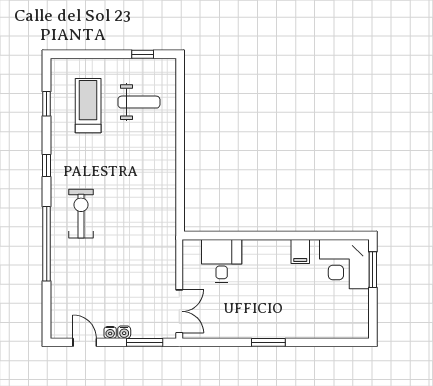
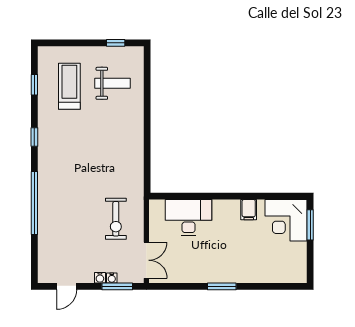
exercise bike: (81, 214) -> (116, 219), moved, turned 180
desk: (222, 261) -> (189, 217), width x1.37
water cooler: (110, 332) -> (112, 278), moved
door: (85, 342) -> (67, 286), swing flipped

